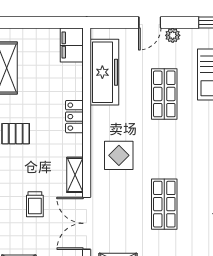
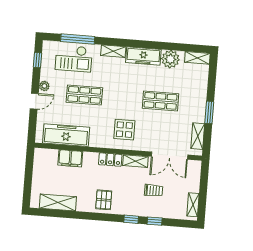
door: (150, 23) -> (34, 101), hinge flipped
filing cabinet: (72, 45) -> (70, 158), moved
locker: (74, 117) -> (110, 160), moved

